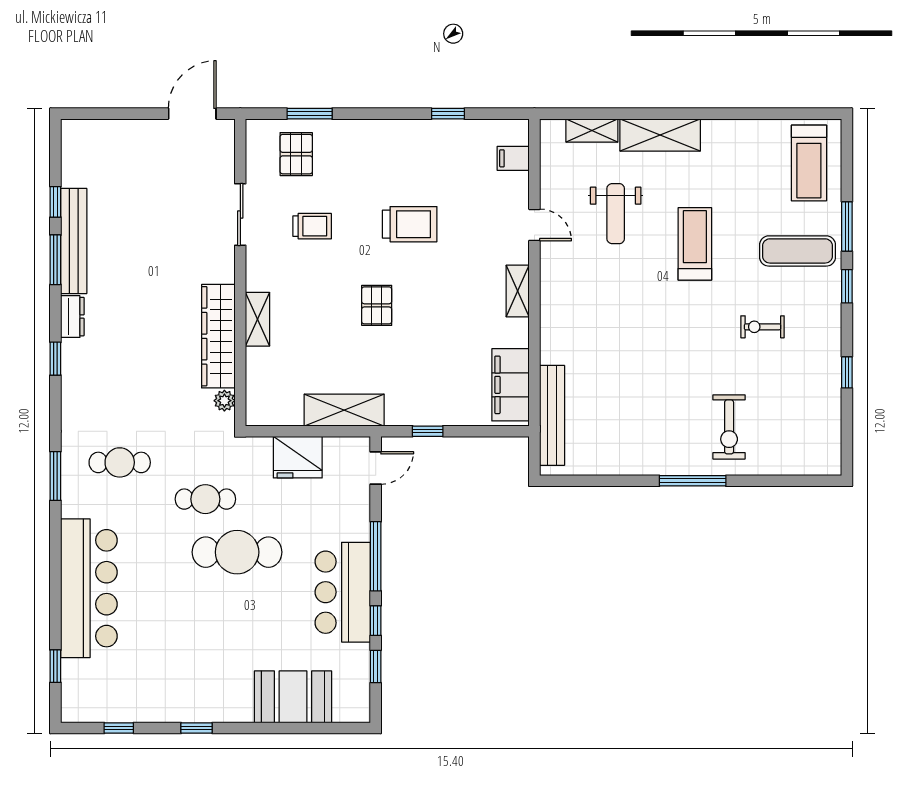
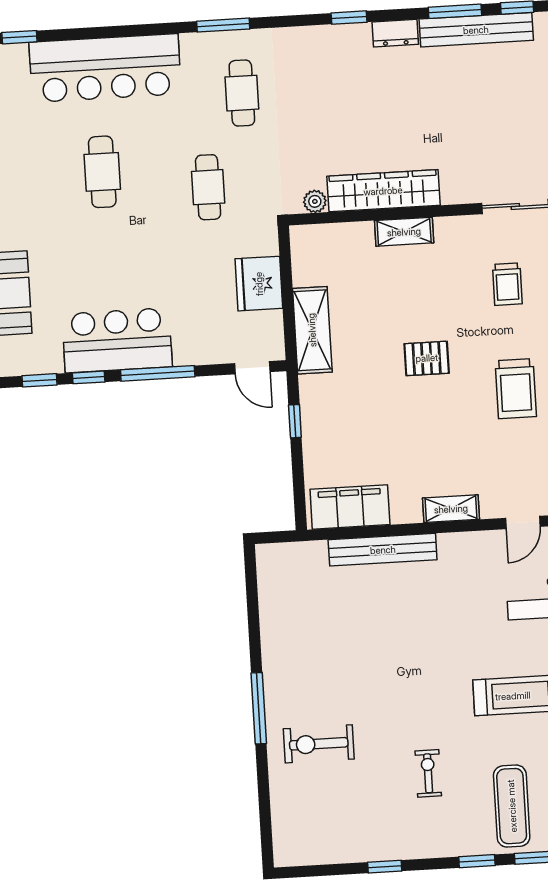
bench: (552, 415) -> (383, 550), moved
cafe table: (237, 552) -> (102, 172), moved, width x0.73, depth x0.74

